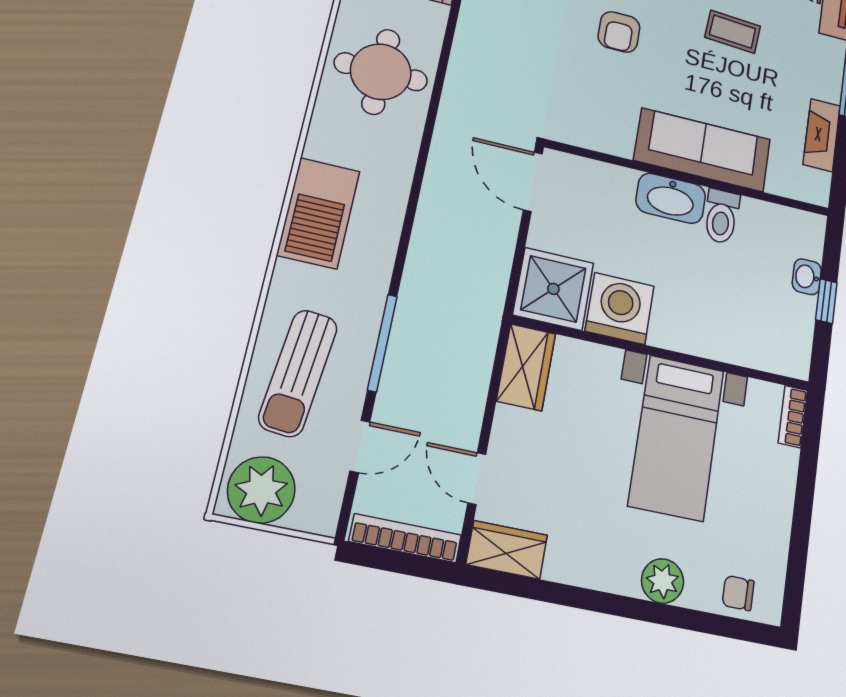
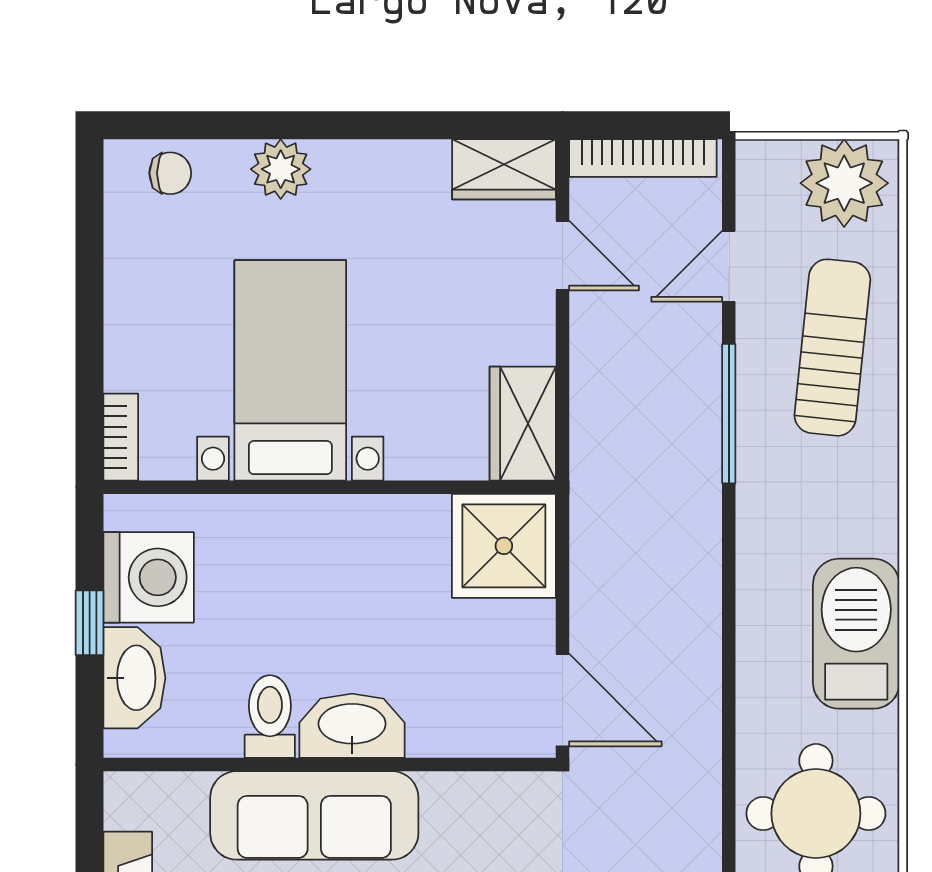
barbecue: (318, 213) -> (856, 634), moved
washbasin: (807, 277) -> (134, 678), width x1.91, depth x1.45
washing machine: (620, 309) -> (149, 577), moved, turned -90

